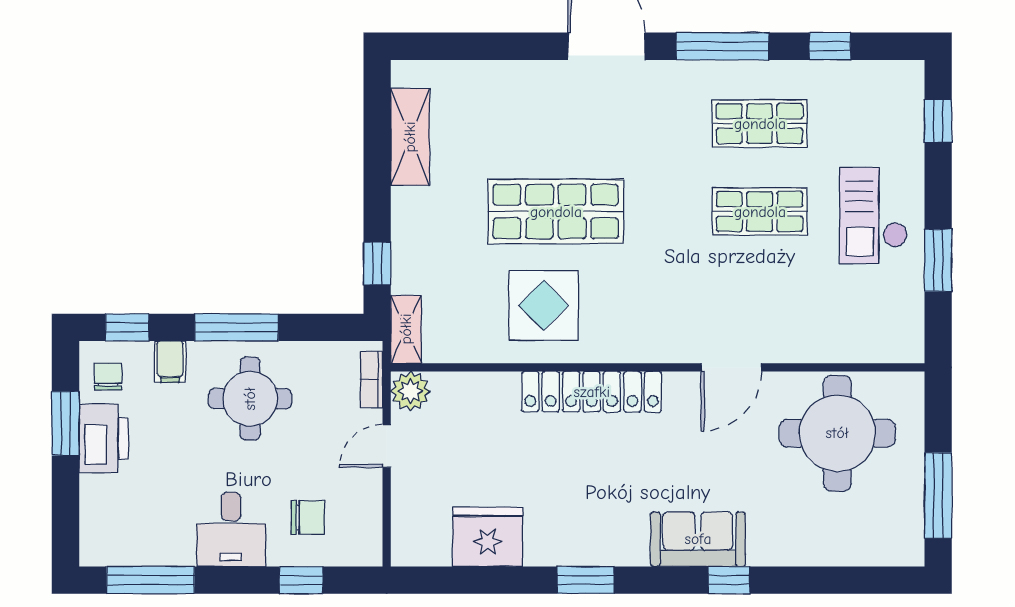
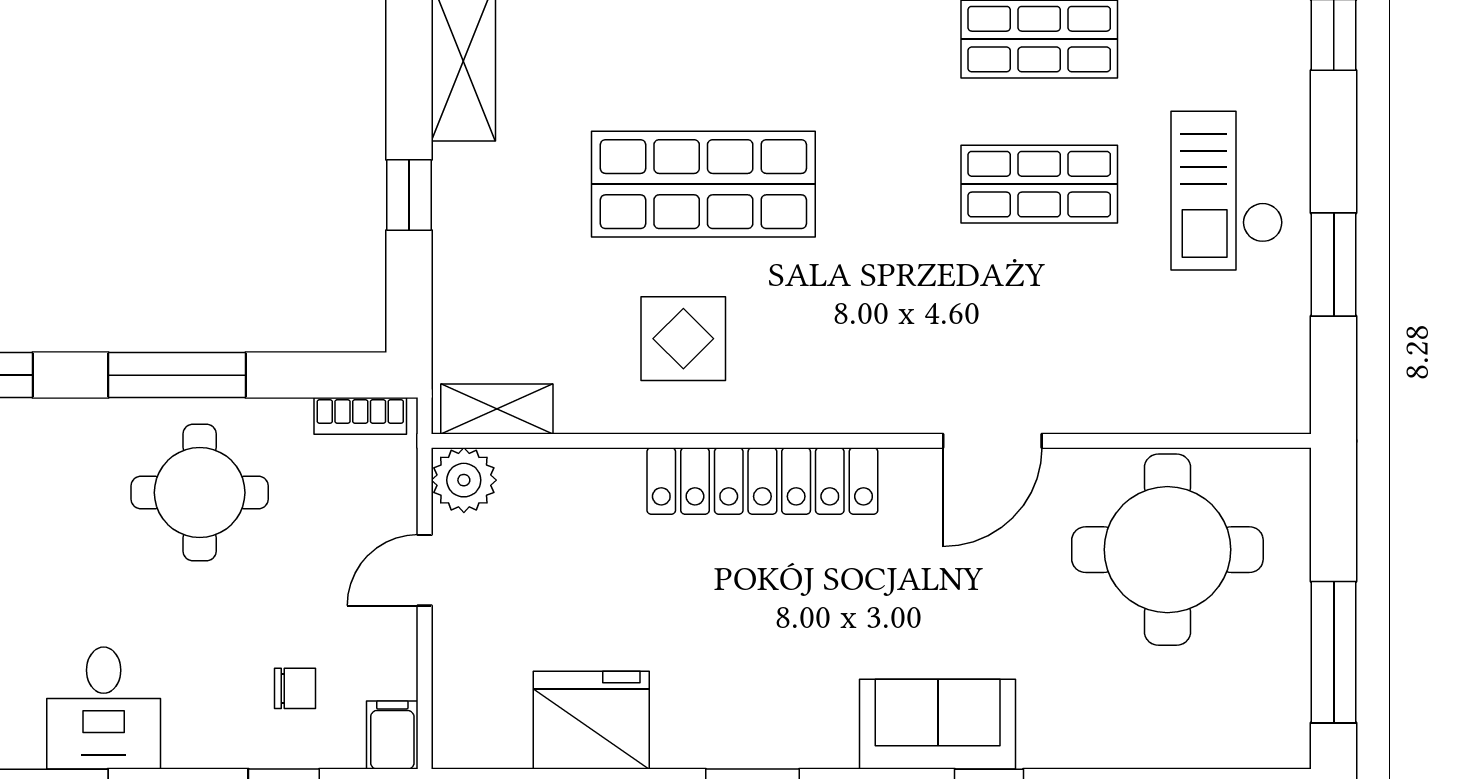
window: (377, 263) -> (409, 195), moved
display table: (544, 305) -> (683, 339), width x0.73, depth x0.73
shelving: (406, 329) -> (497, 409), moved, turned 90
filing cabinet: (170, 362) -> (392, 735), moved, turned 180
bookcase: (371, 379) -> (360, 416), moved, turned -90
chair: (308, 518) -> (295, 688), width x0.73, depth x0.73
desk: (231, 529) -> (104, 708), moved

